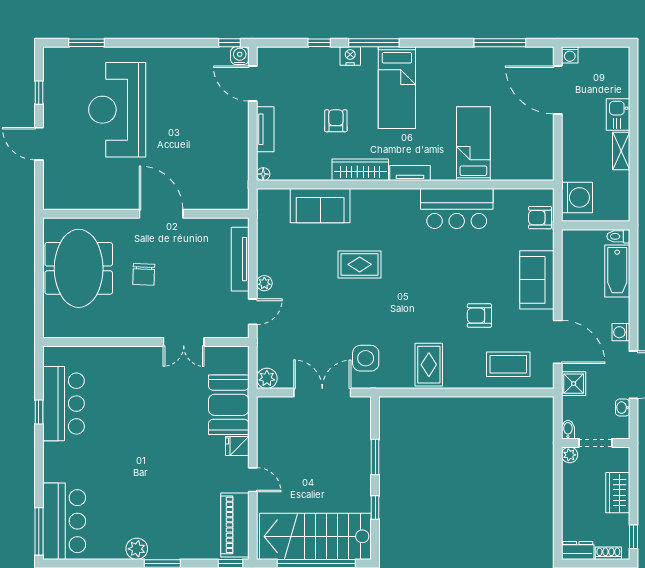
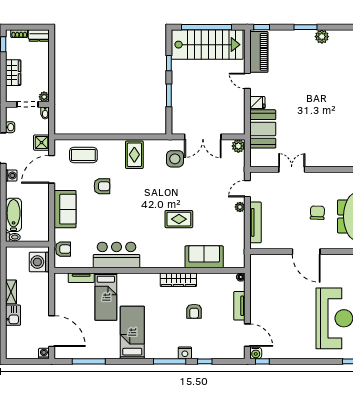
bed: (397, 88) -> (132, 332), moved
tv unit: (410, 173) -> (81, 278), moved
door: (558, 342) -> (52, 169), hinge flipped

